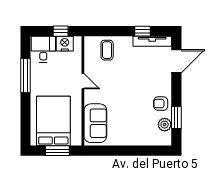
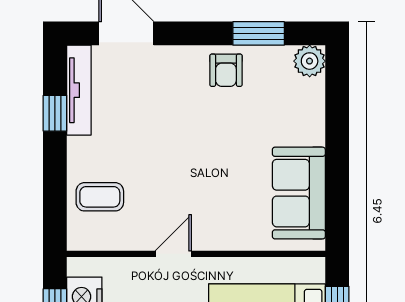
sofa: (95, 123) -> (299, 193), moved, turned -90
plant: (165, 125) -> (310, 61), moved

